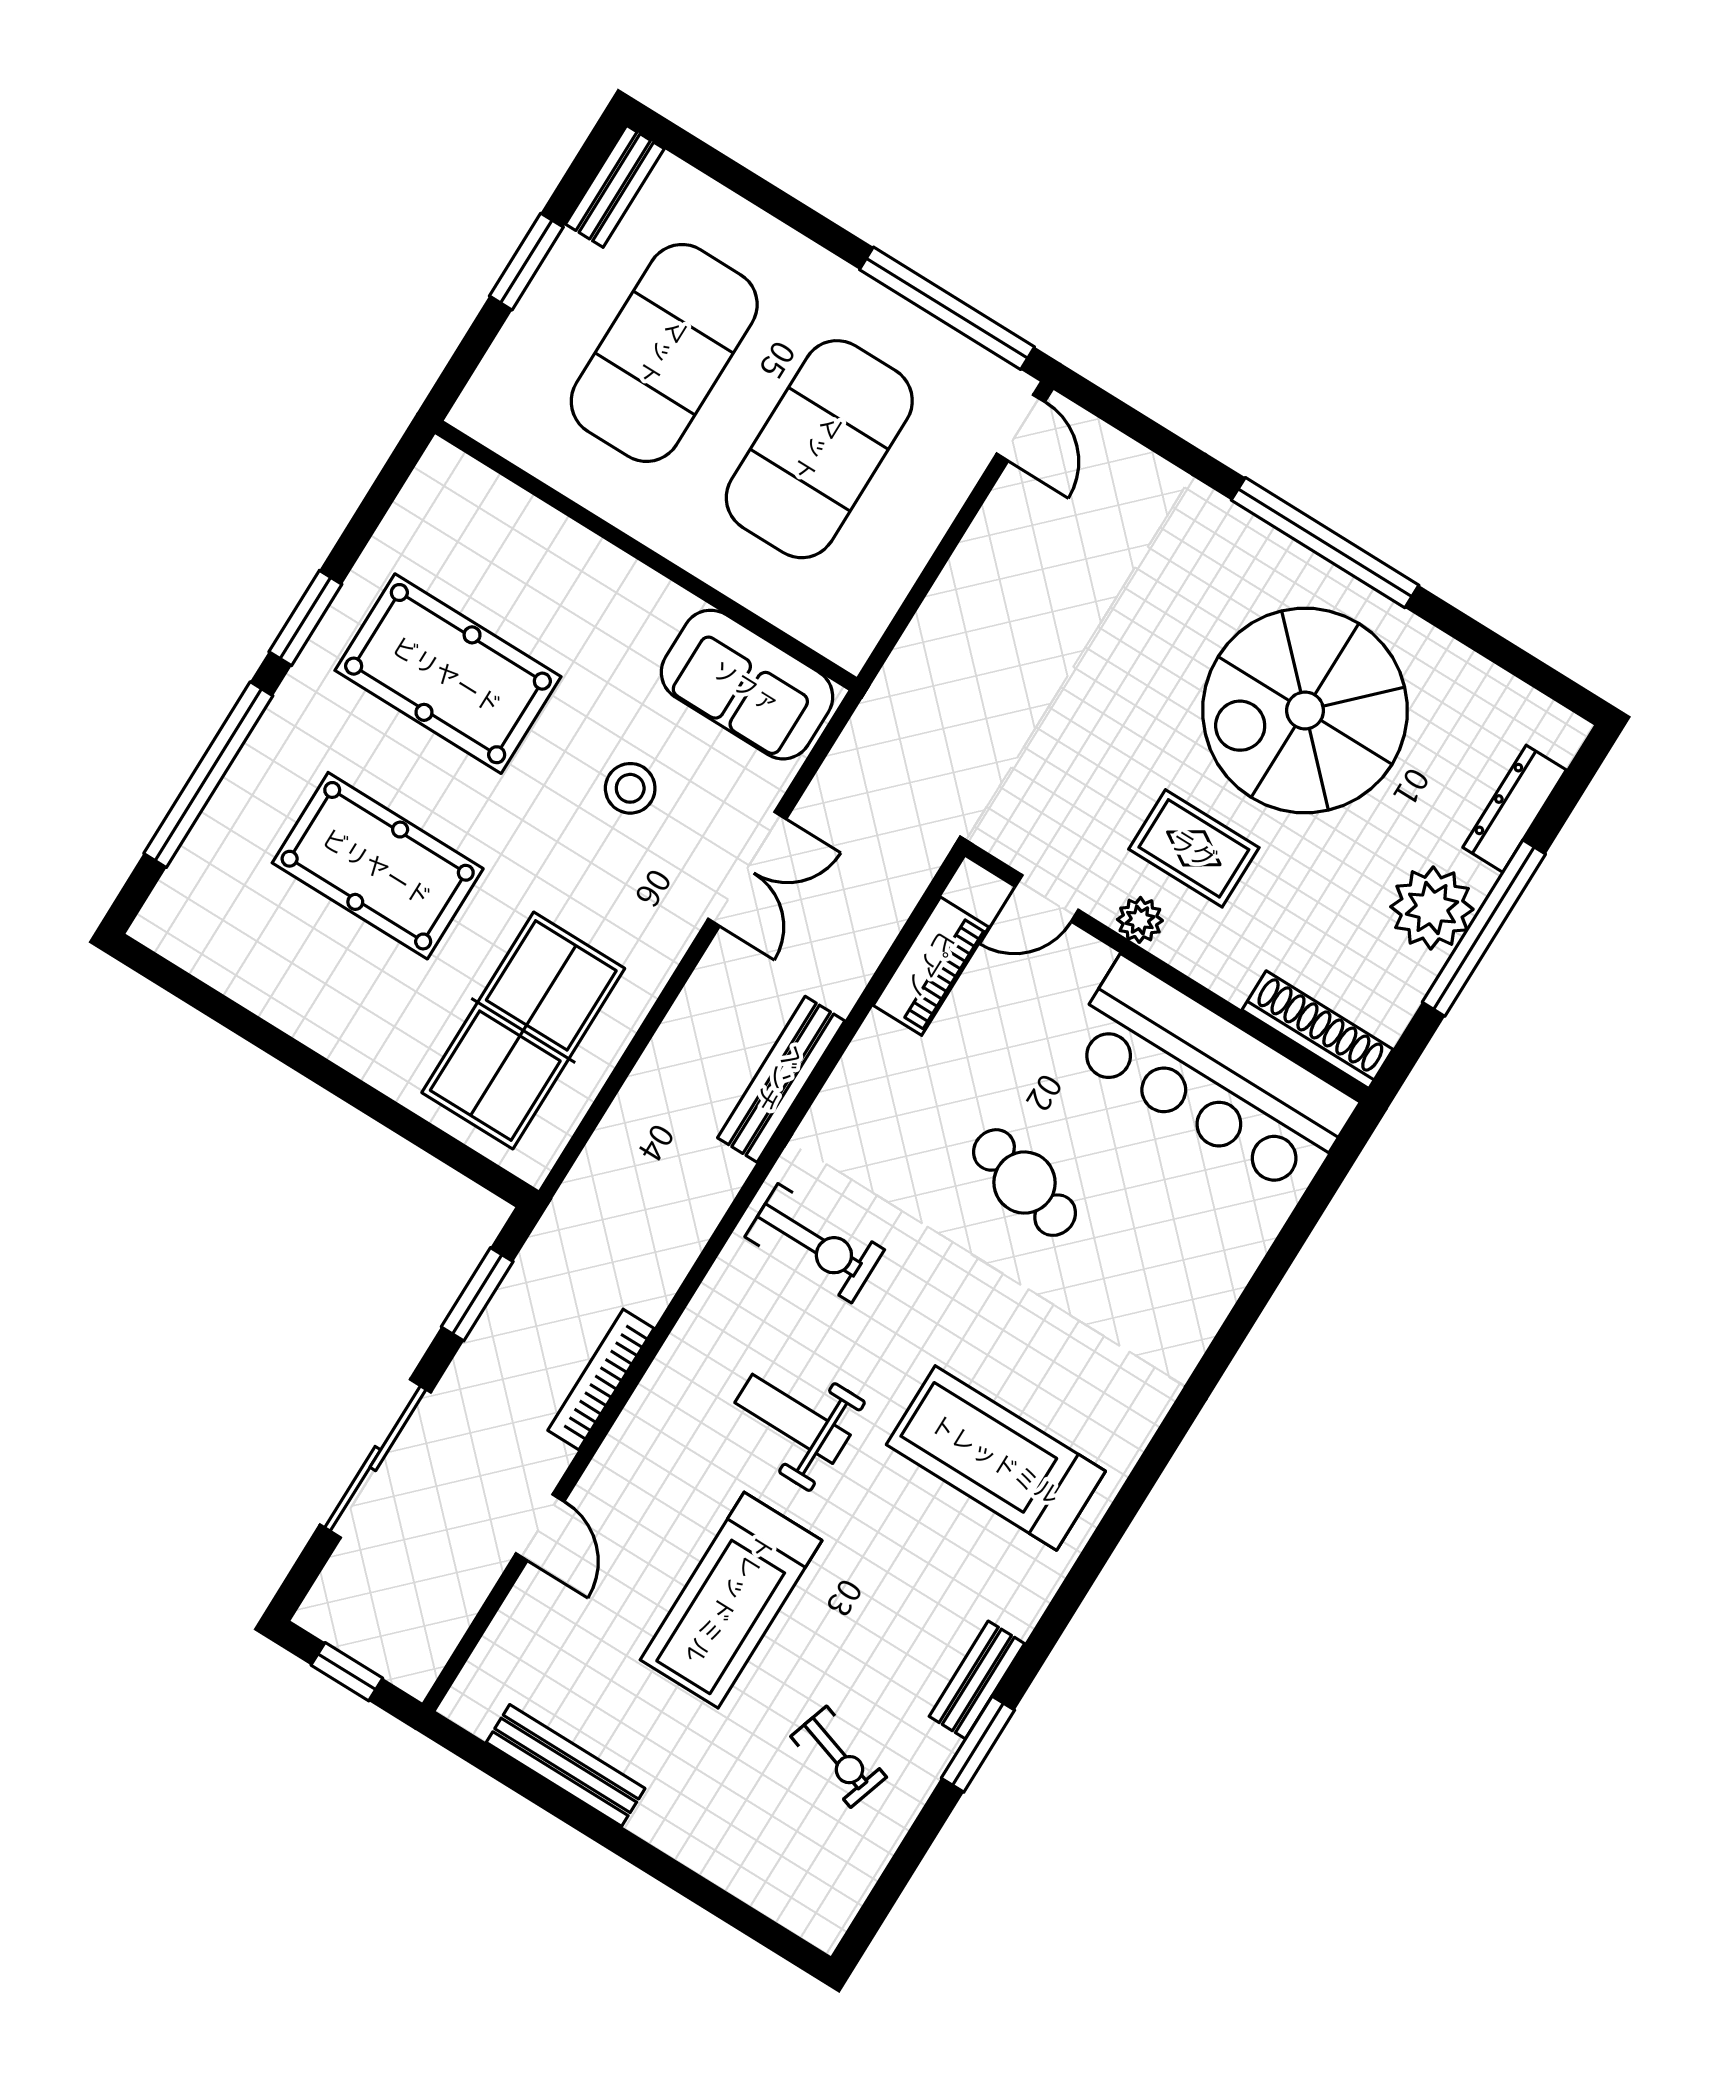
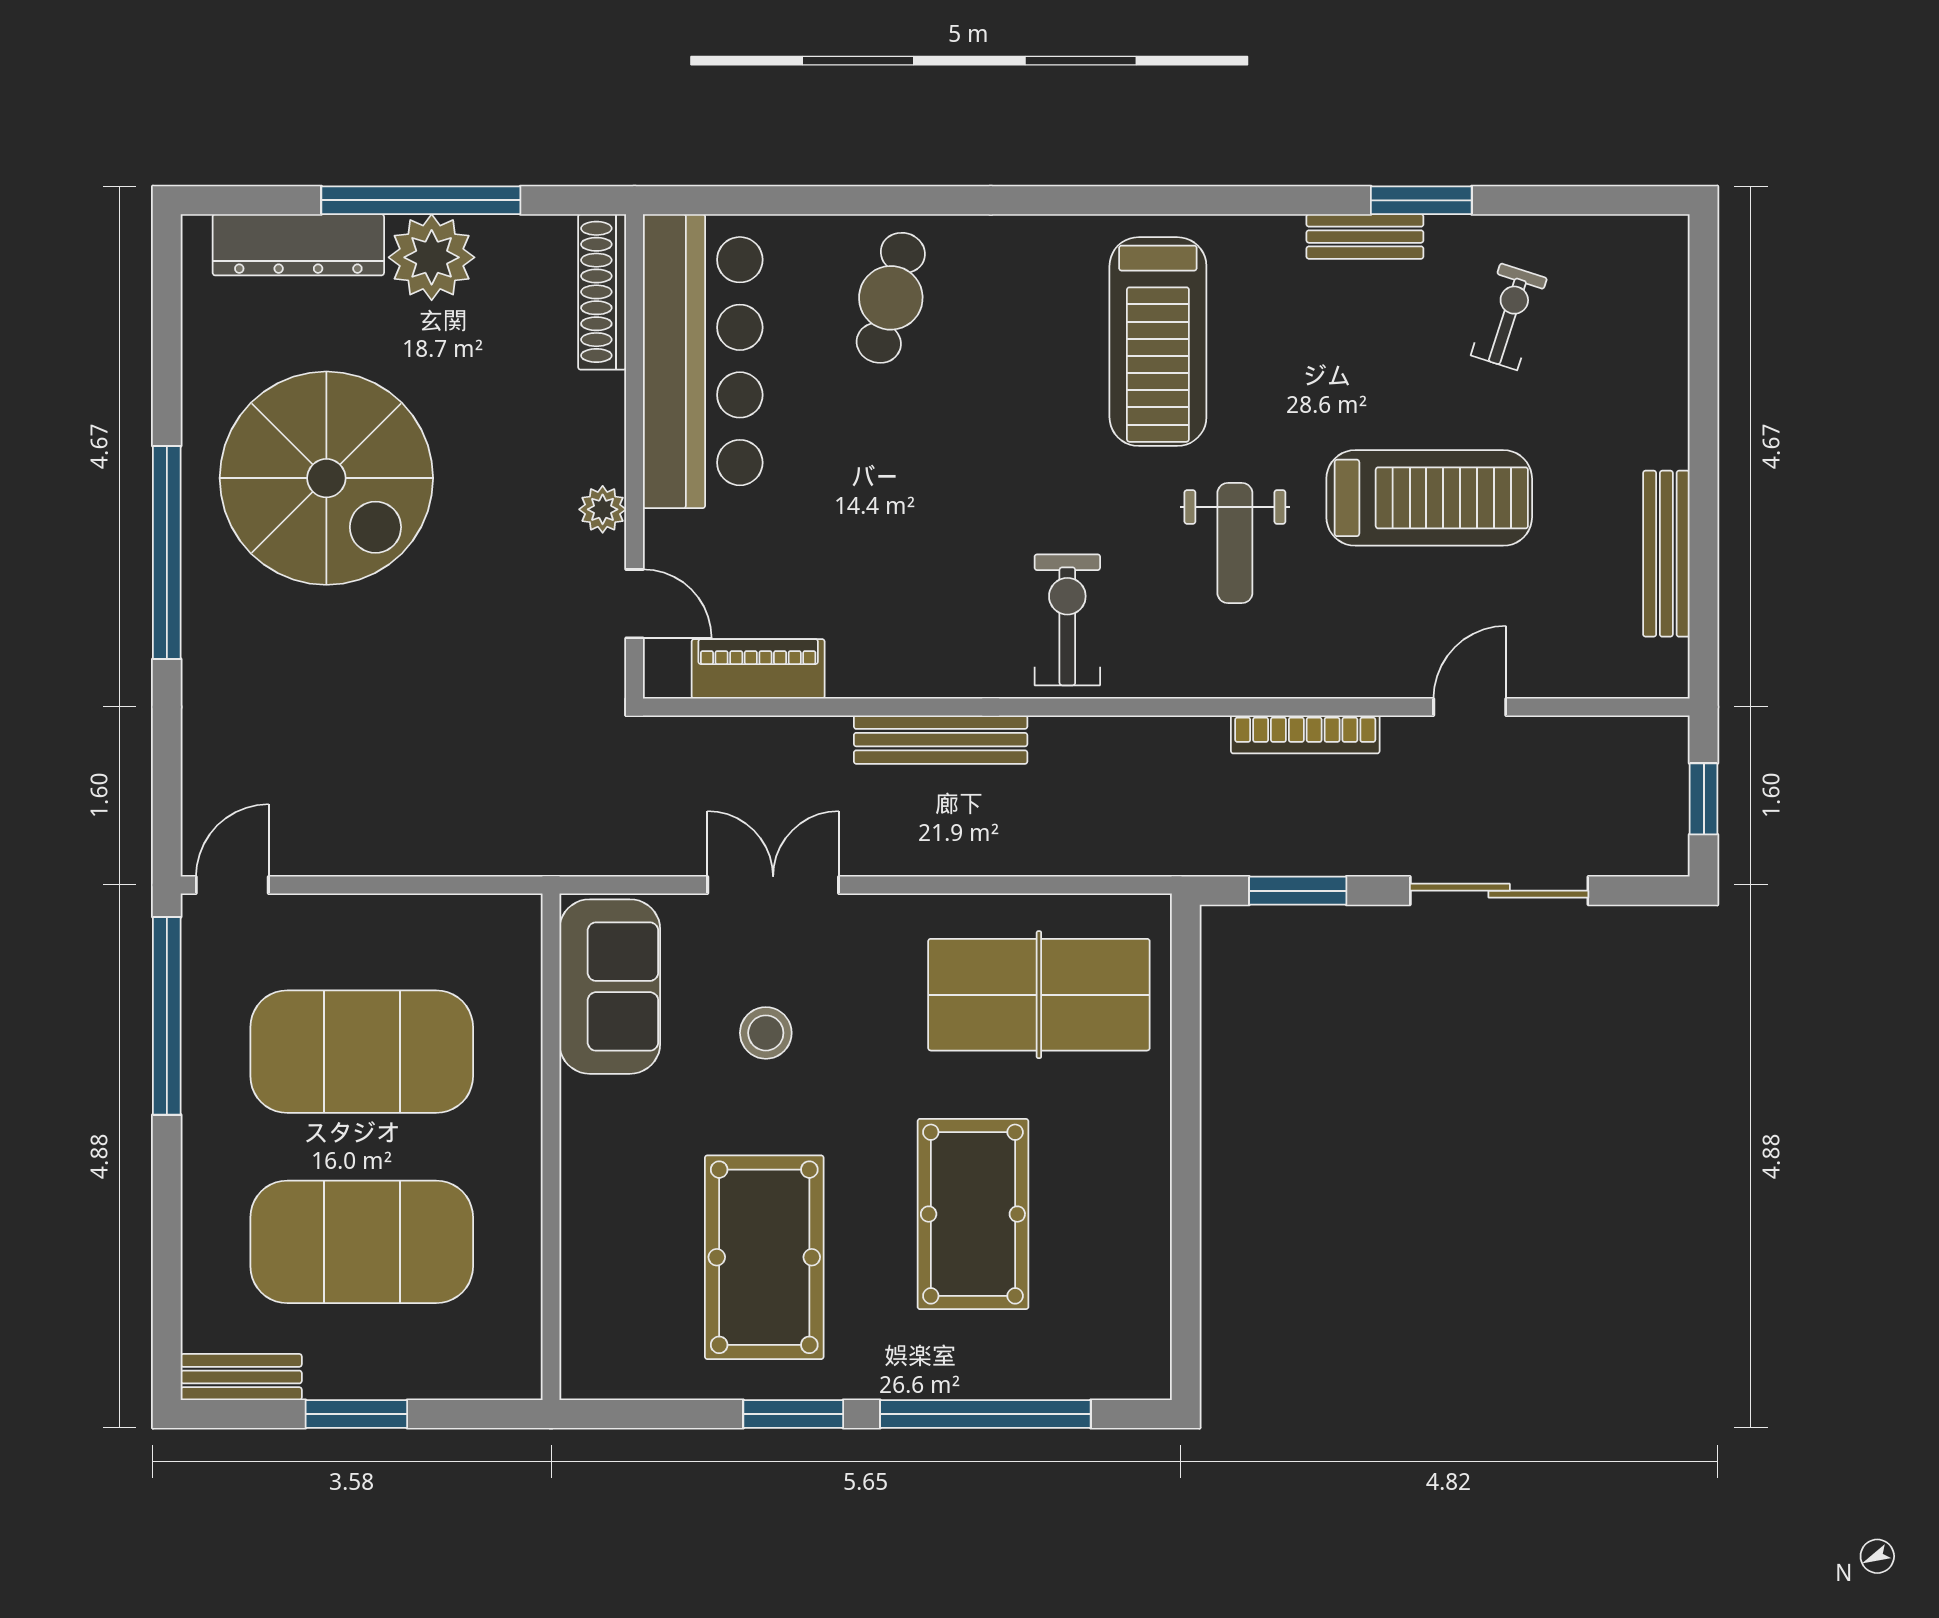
dresser: (1515, 809) -> (298, 245), width x1.37, depth x1.24
rug: (1194, 848) -> (510, 501), removed
cafe table: (1025, 1183) -> (891, 298), moved

